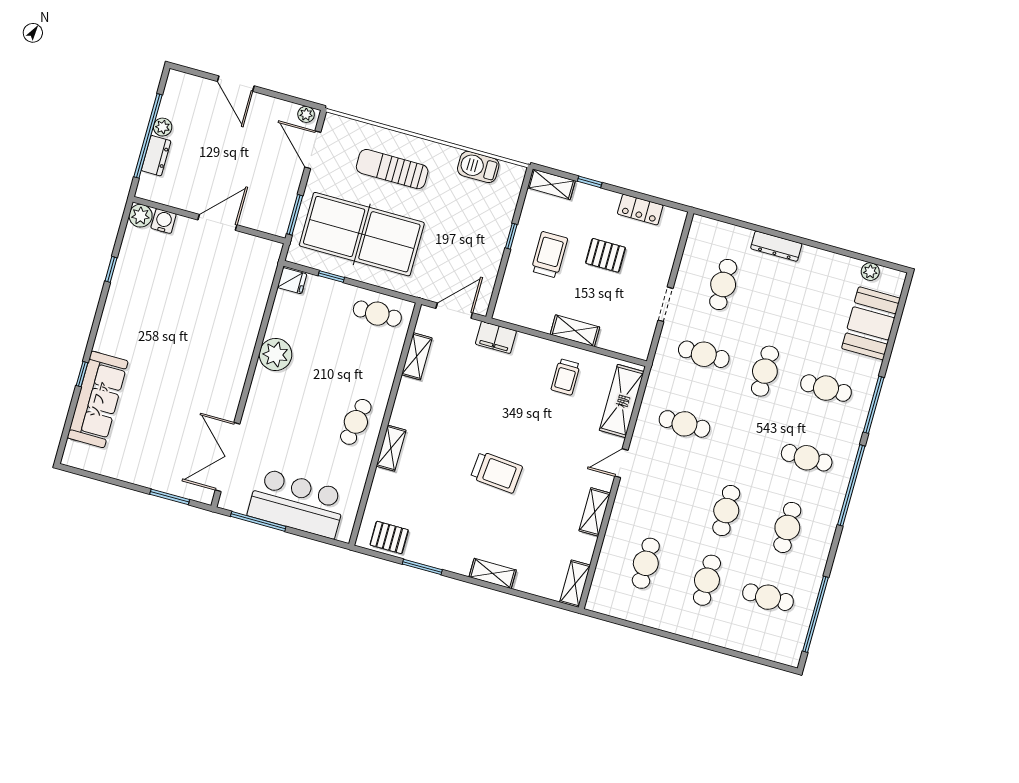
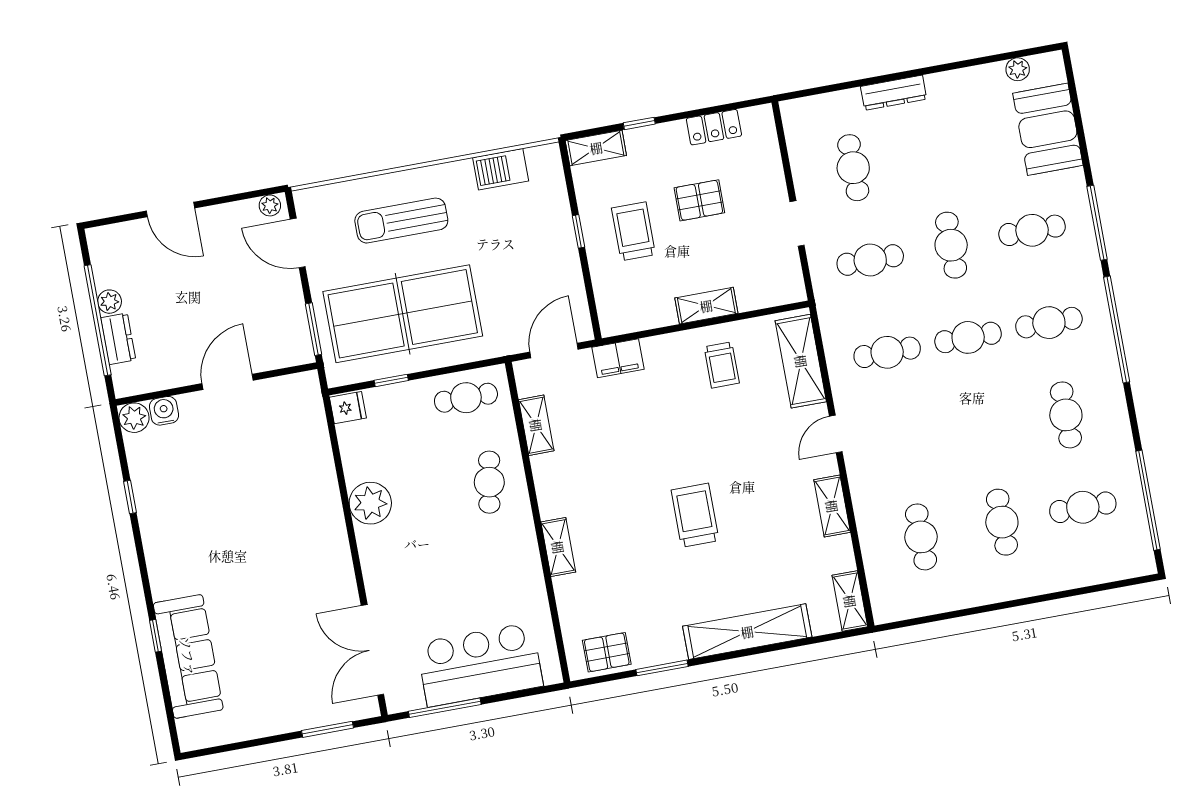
cafe table: (356, 422) -> (489, 482), moved
trolley: (497, 472) -> (695, 515), turned -95
cafe table: (726, 511) -> (968, 337), moved, turned 90
shelving: (493, 574) -> (747, 632), width x2.20, depth x1.33

